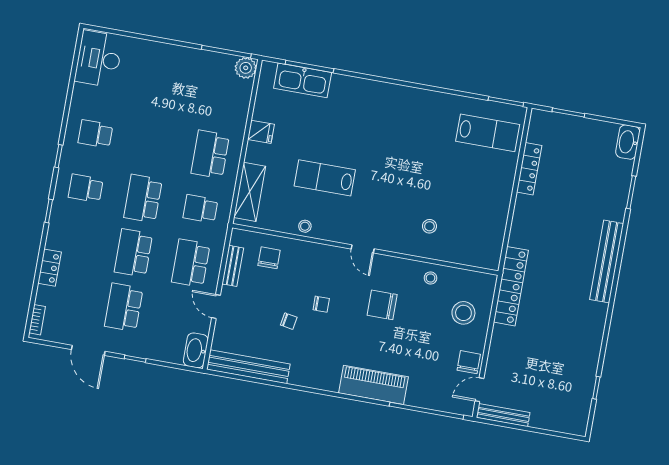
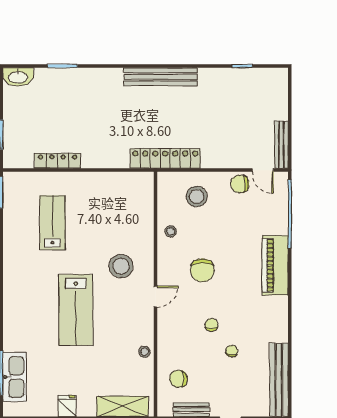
lab bench: (488, 133) -> (52, 223), moved
lab bench: (325, 178) -> (76, 310), moved, width x1.36, depth x1.39
stool: (429, 226) -> (121, 266), moved, width x1.89, depth x1.89
bench: (607, 262) -> (161, 77), moved

